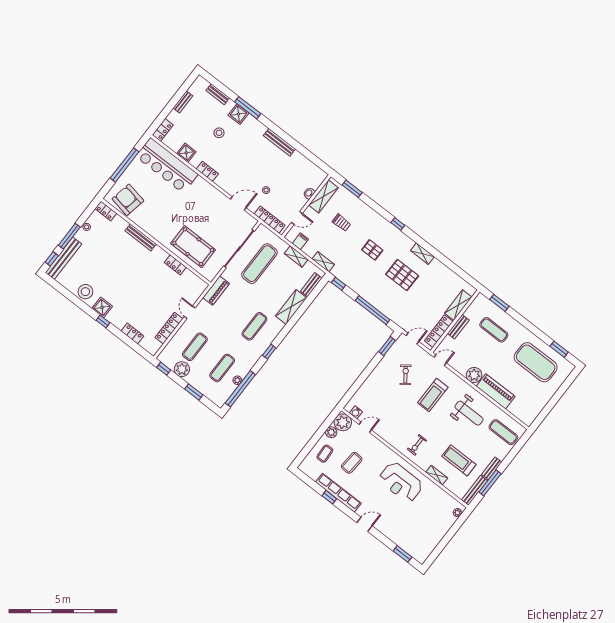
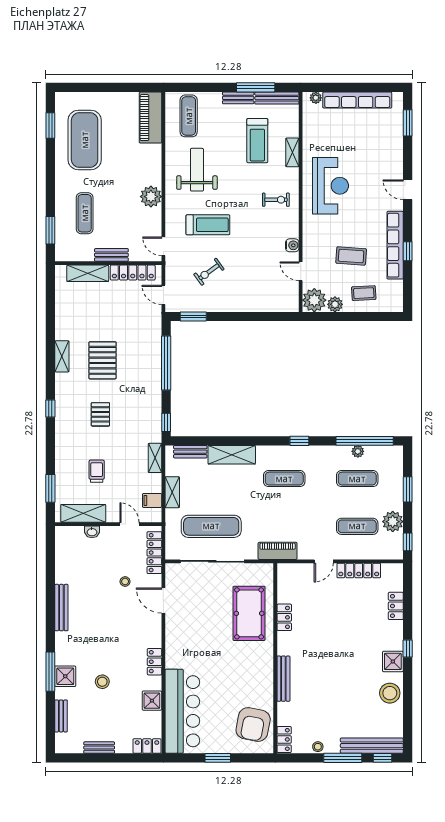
window: (125, 165) -> (218, 758), width x0.47
piano: (496, 391) -> (150, 118), moved
water cooler: (356, 412) -> (292, 245), moved
row of seats: (438, 535) -> (357, 100), added

